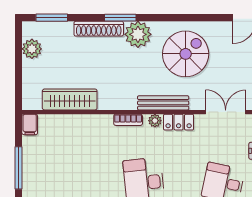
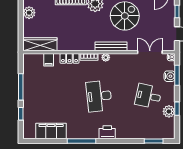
wardrobe: (70, 99) -> (40, 44), moved
locker: (179, 122) -> (69, 58), moved
filing cabinet: (30, 124) -> (49, 60), moved

